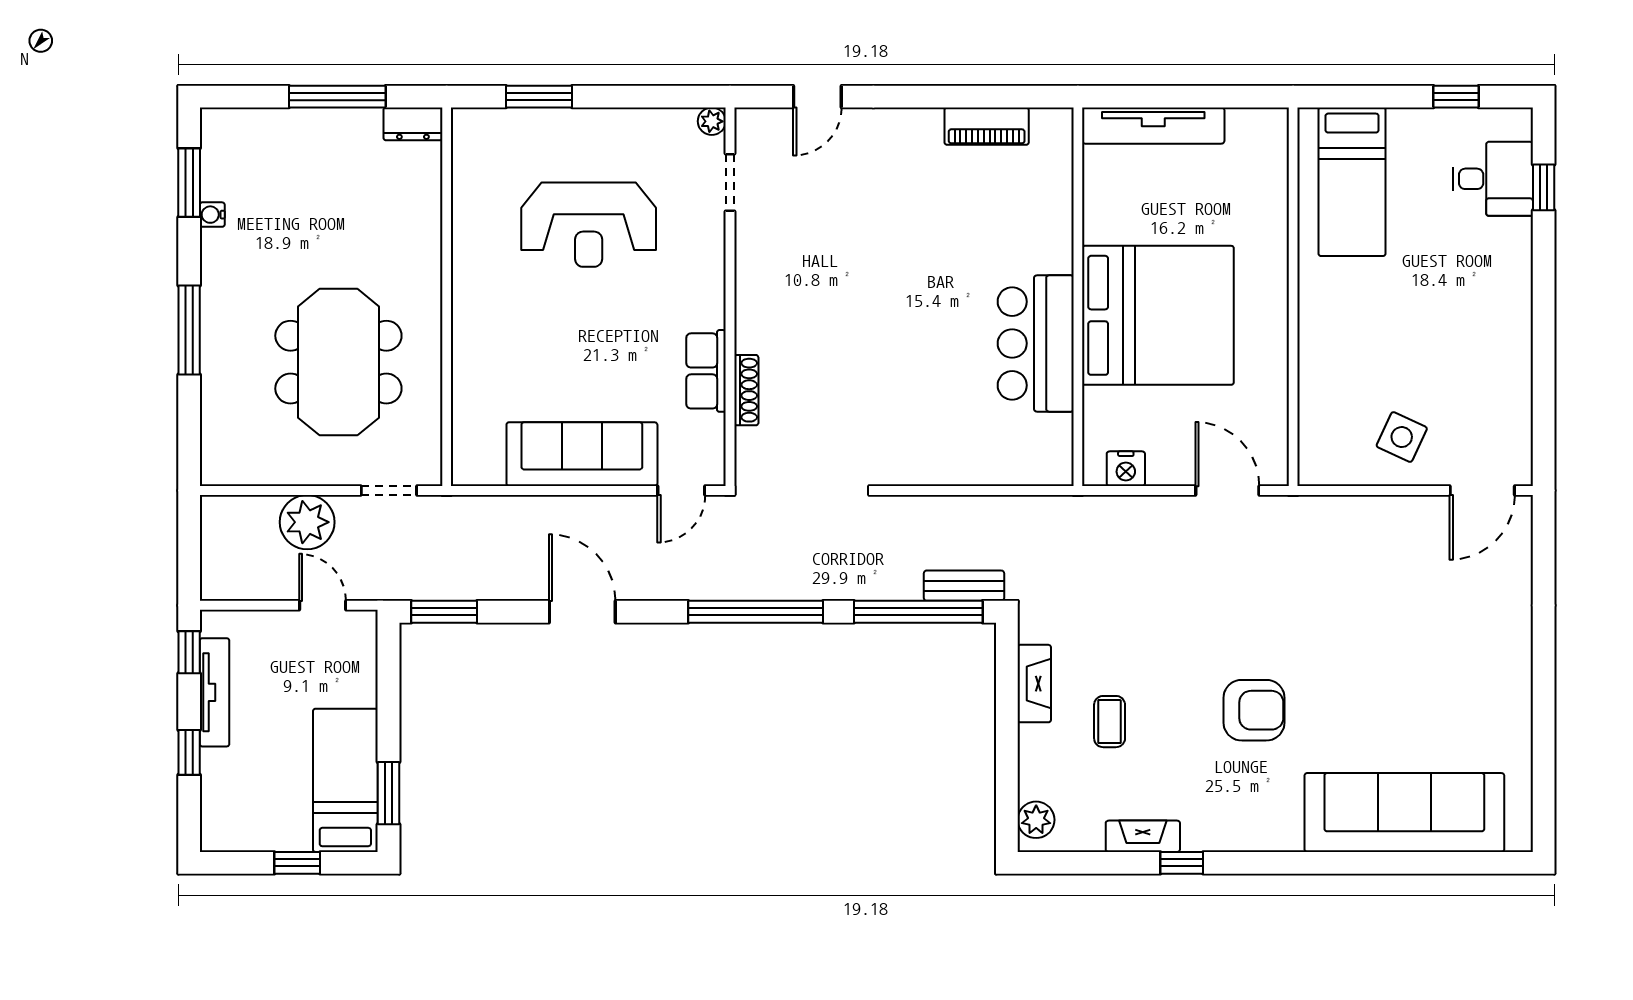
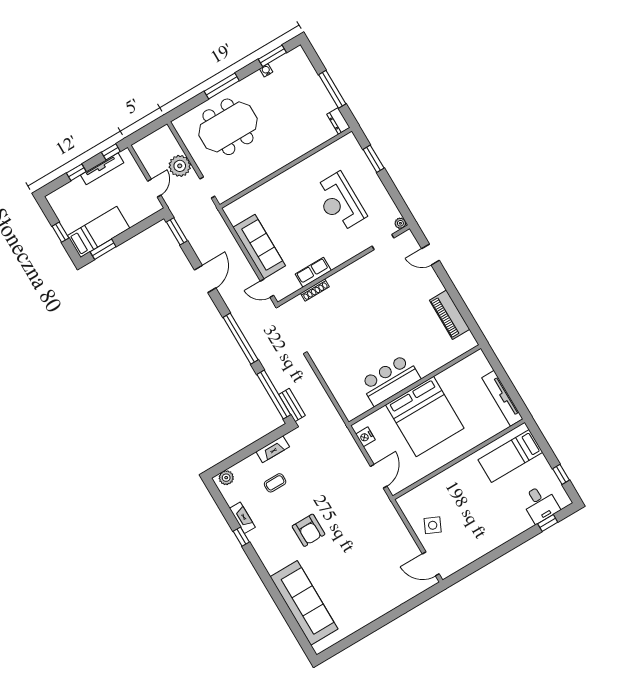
piano: (987, 126) -> (450, 315), width x1.37, depth x1.33
tv unit: (1153, 126) -> (502, 398), moved
meeting table: (338, 362) -> (228, 127), moved

